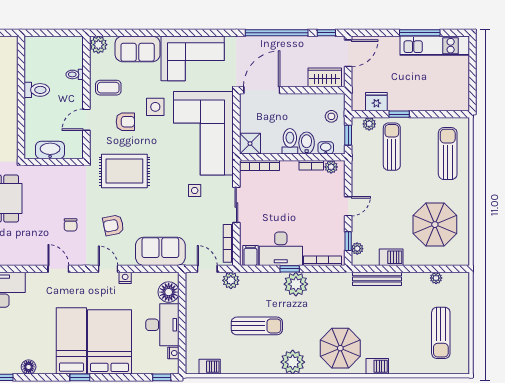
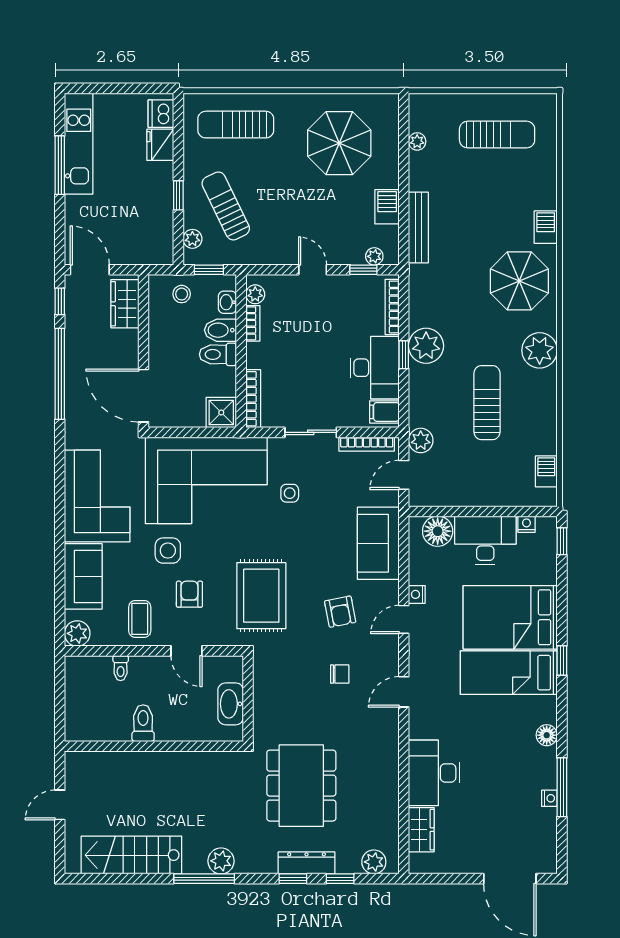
fridge: (376, 102) -> (160, 145), moved
dishwasher: (455, 102) -> (161, 114), added
sun lounger: (392, 147) -> (226, 206), turned 64

